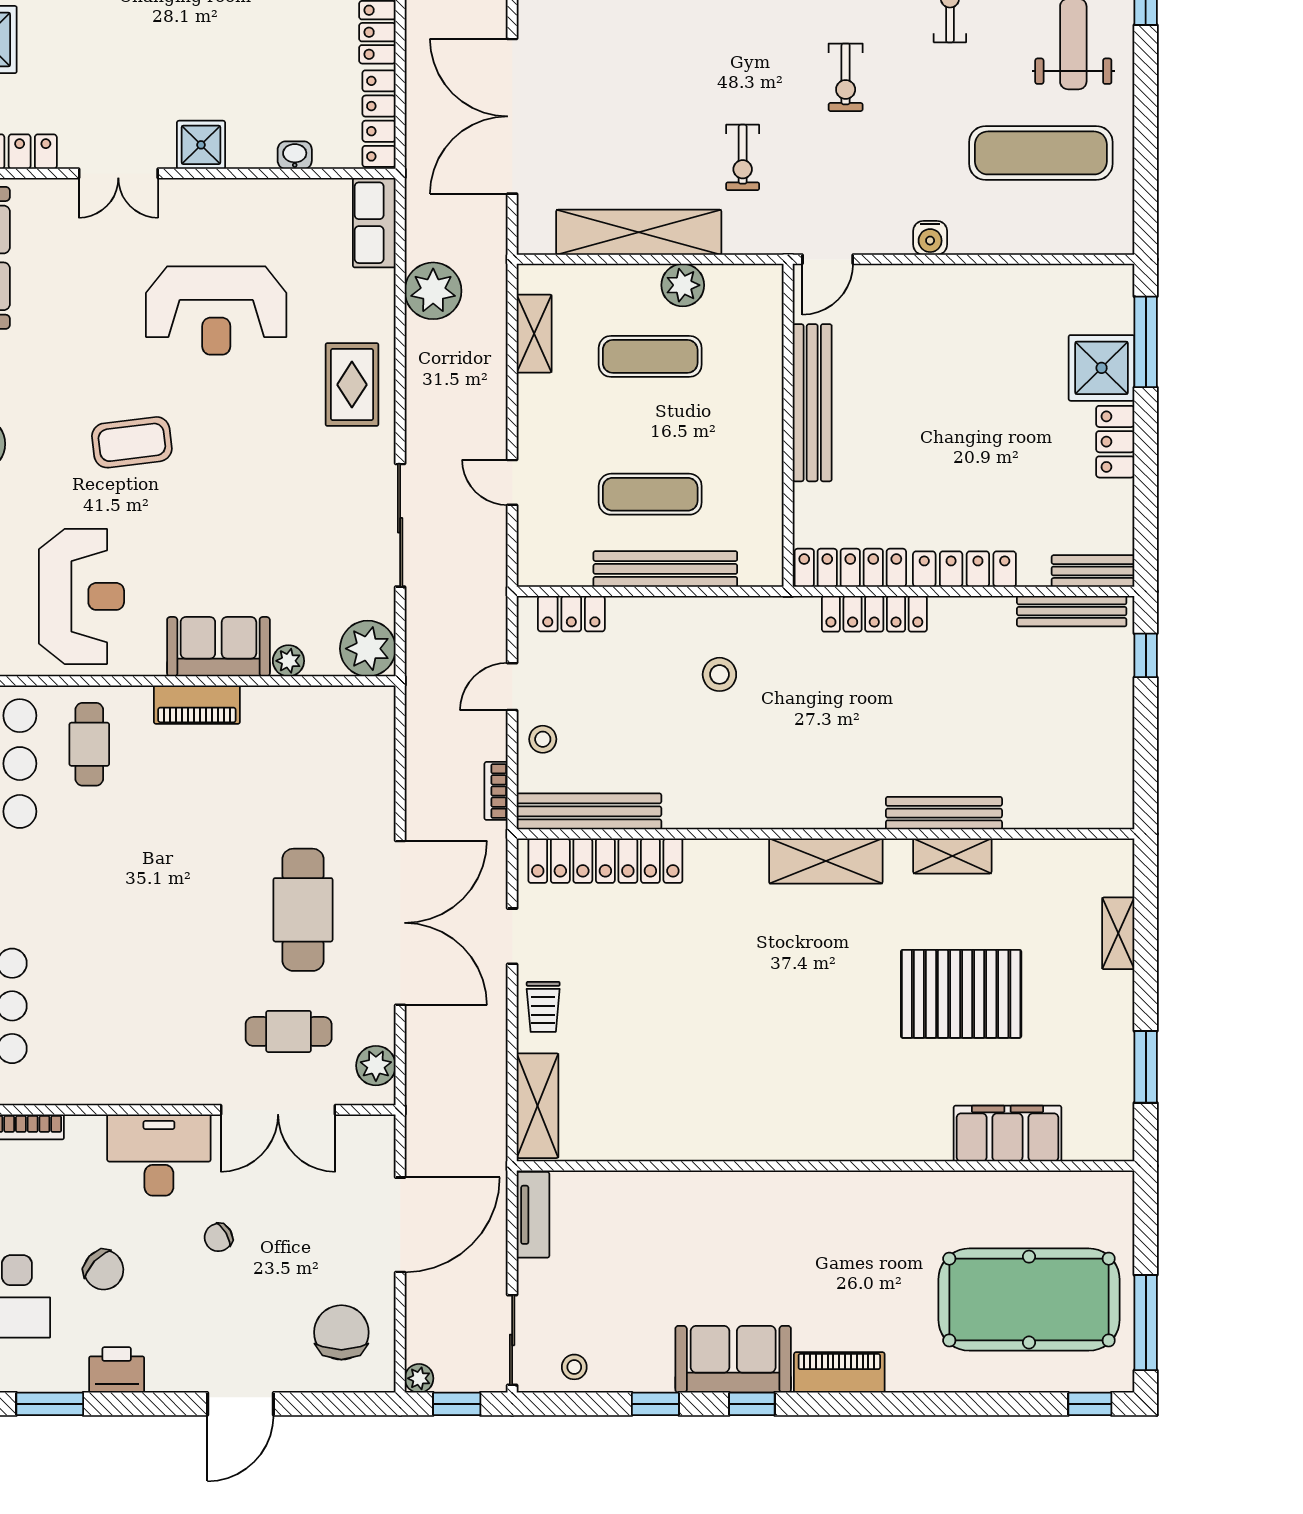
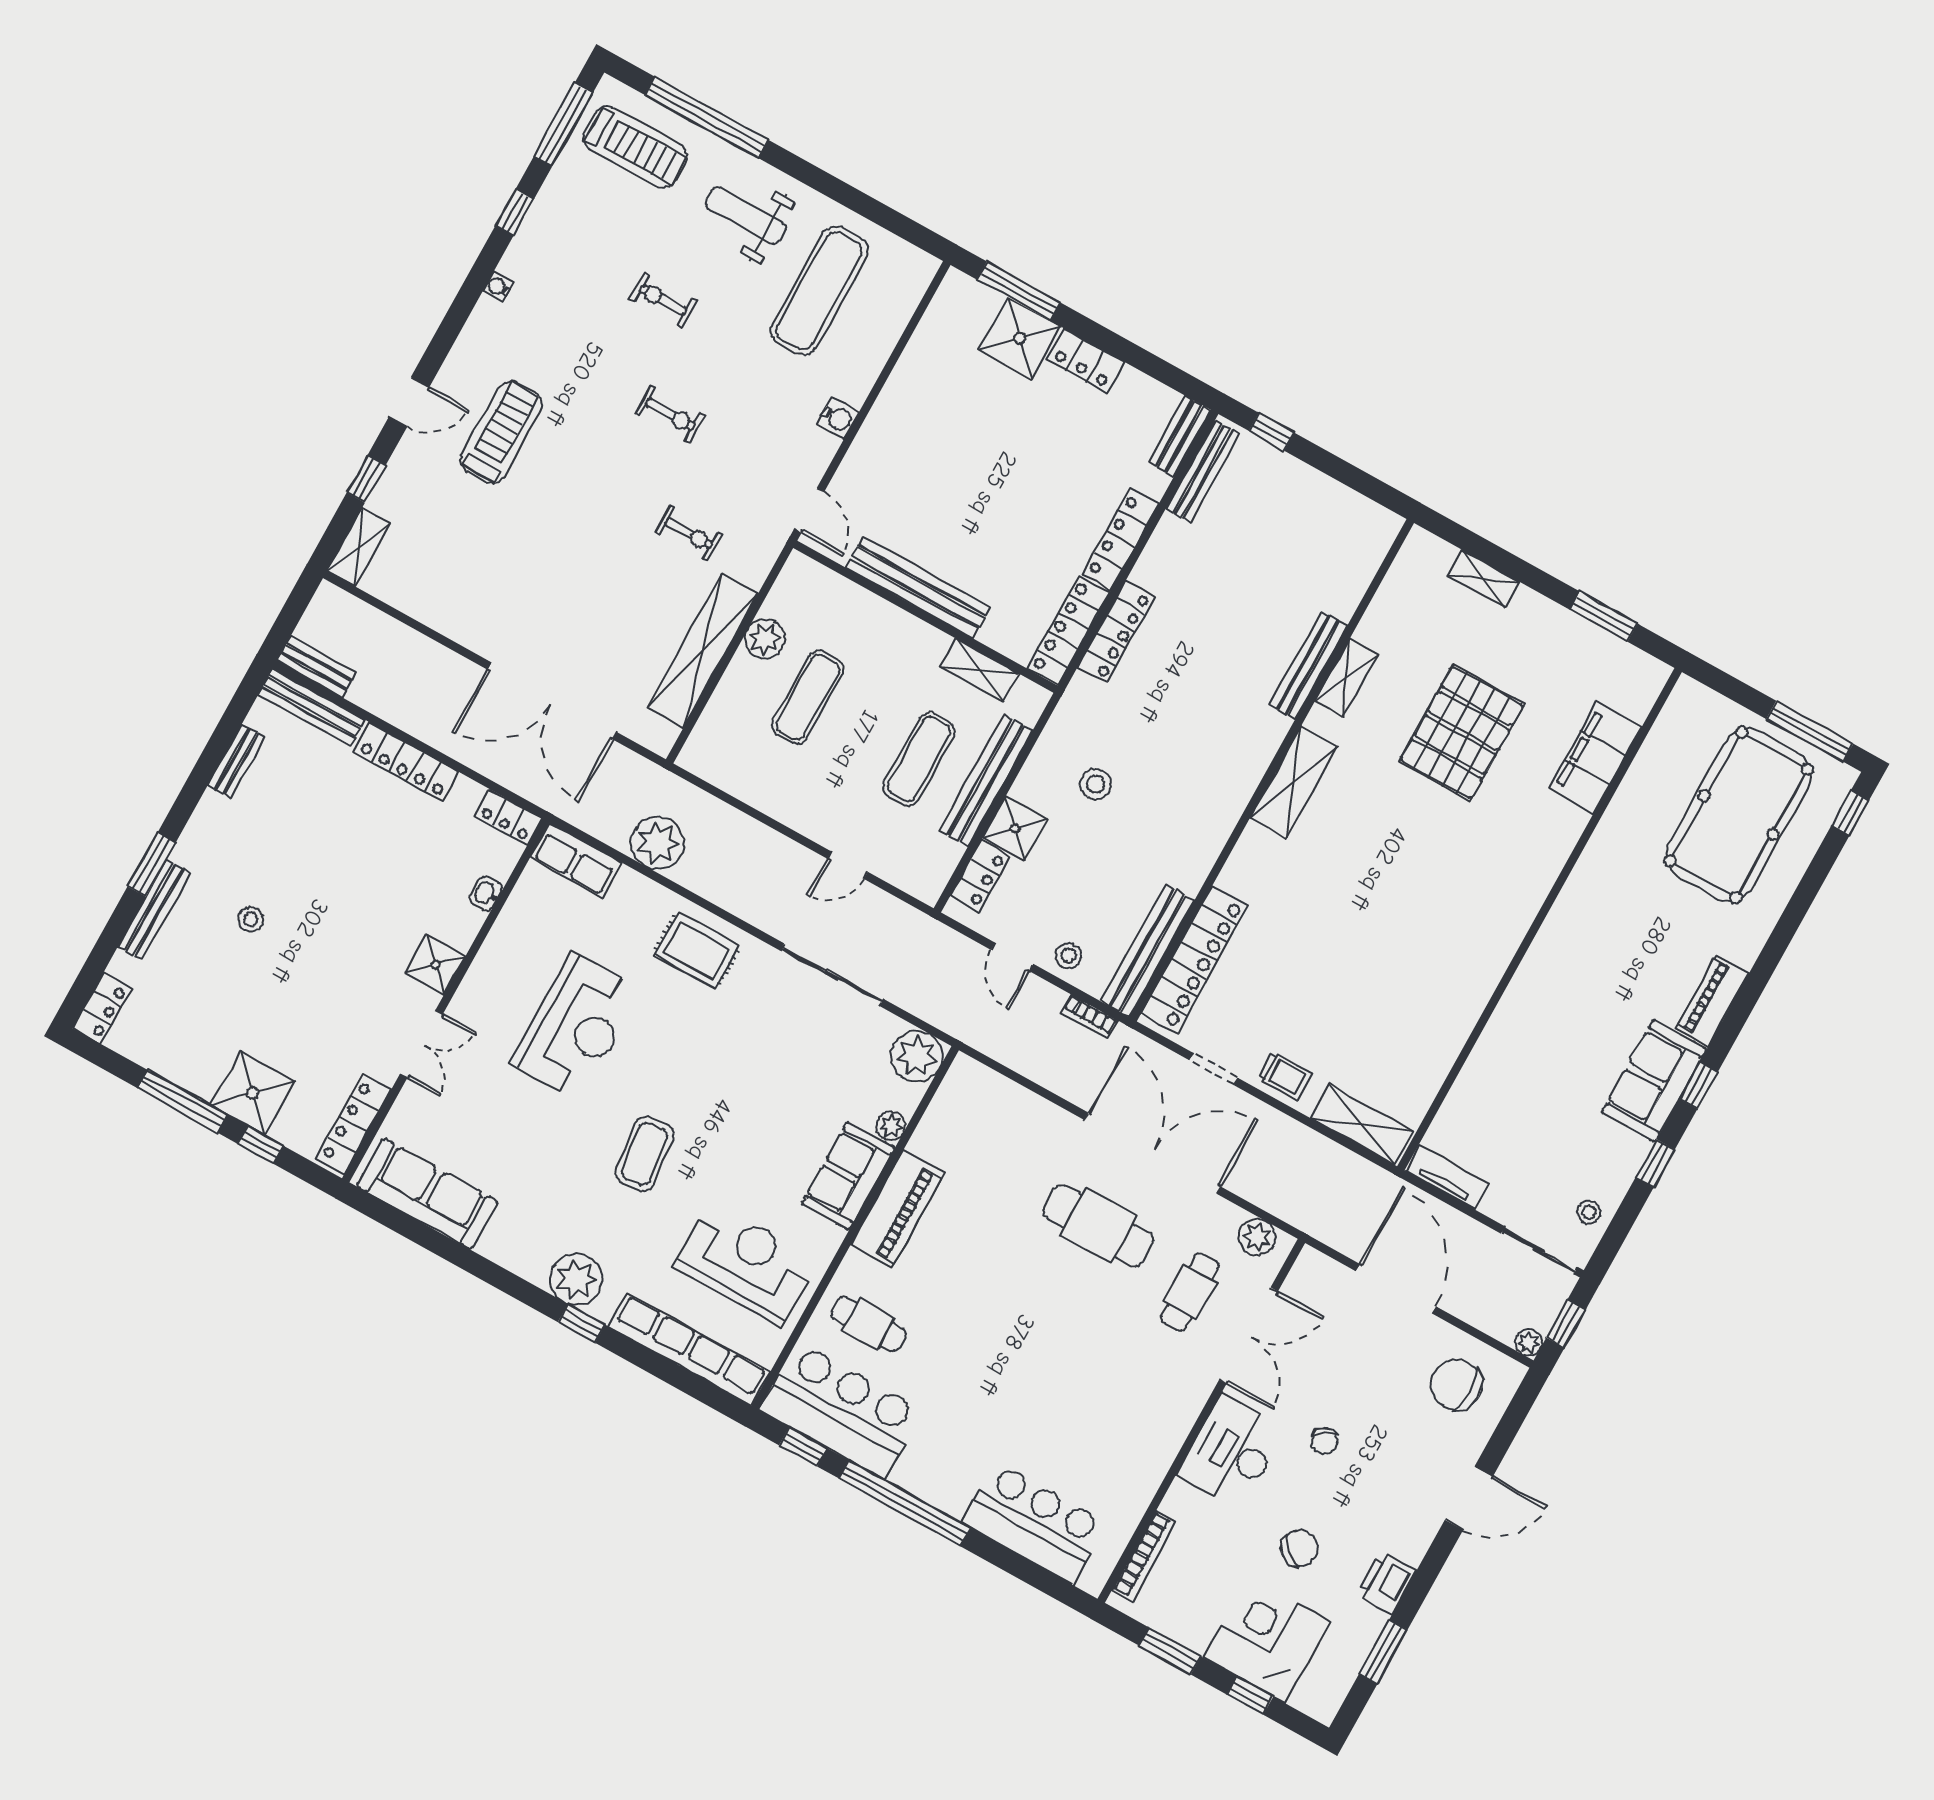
locker: (379, 119) -> (508, 817), width x0.66
shelving: (534, 334) -> (979, 670), moved
shower: (635, 622) -> (1015, 828), added
piano: (197, 705) -> (897, 1209), width x1.37, depth x1.33
door: (240, 1404) -> (1469, 1498), hinge flipped

